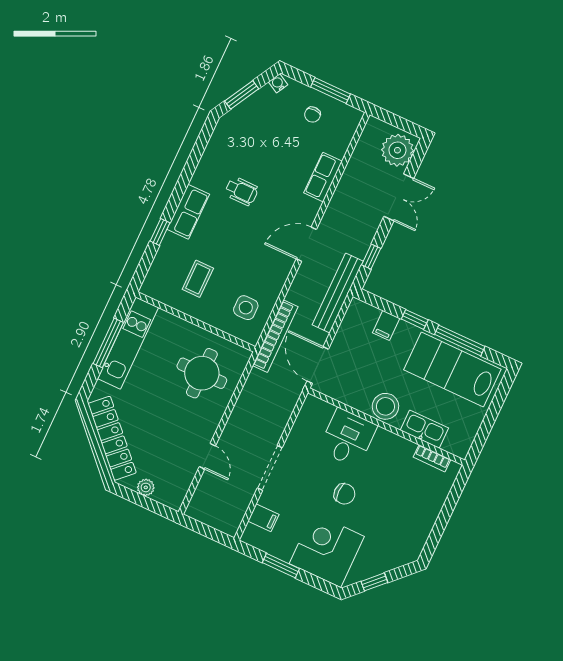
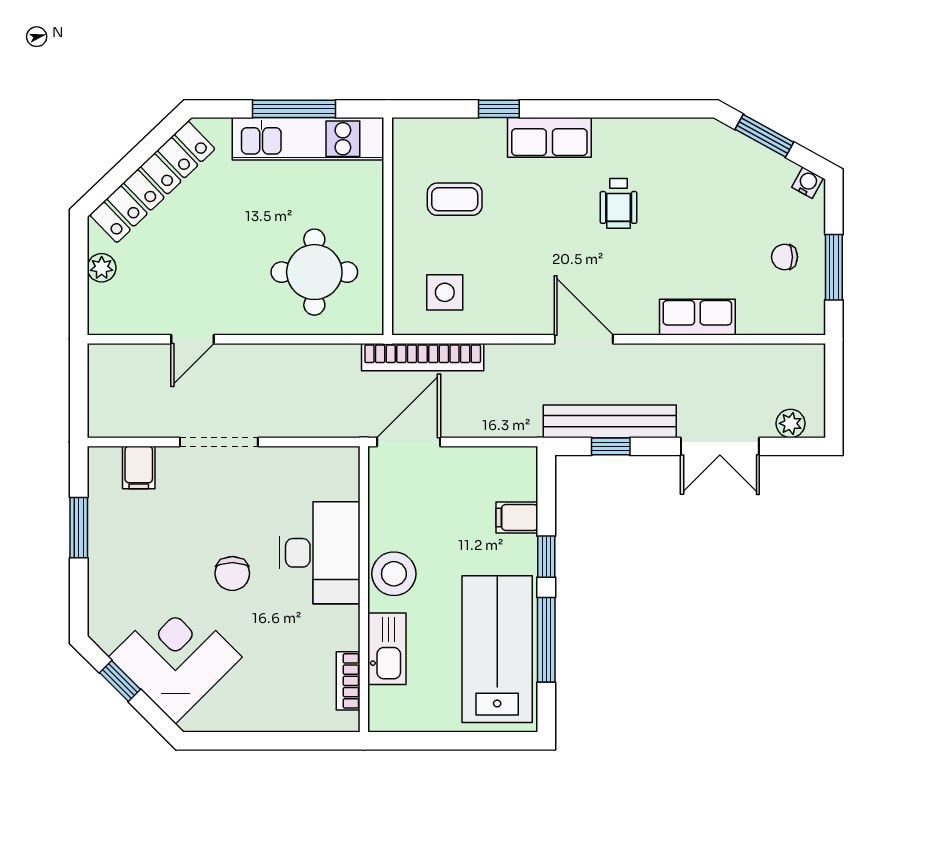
plant: (397, 150) -> (791, 423), width x0.53, depth x0.53
bench: (338, 293) -> (610, 421), moved
desk: (348, 438) -> (320, 553), width x1.37
corner desk: (327, 550) -> (175, 657), moved, turned -45

